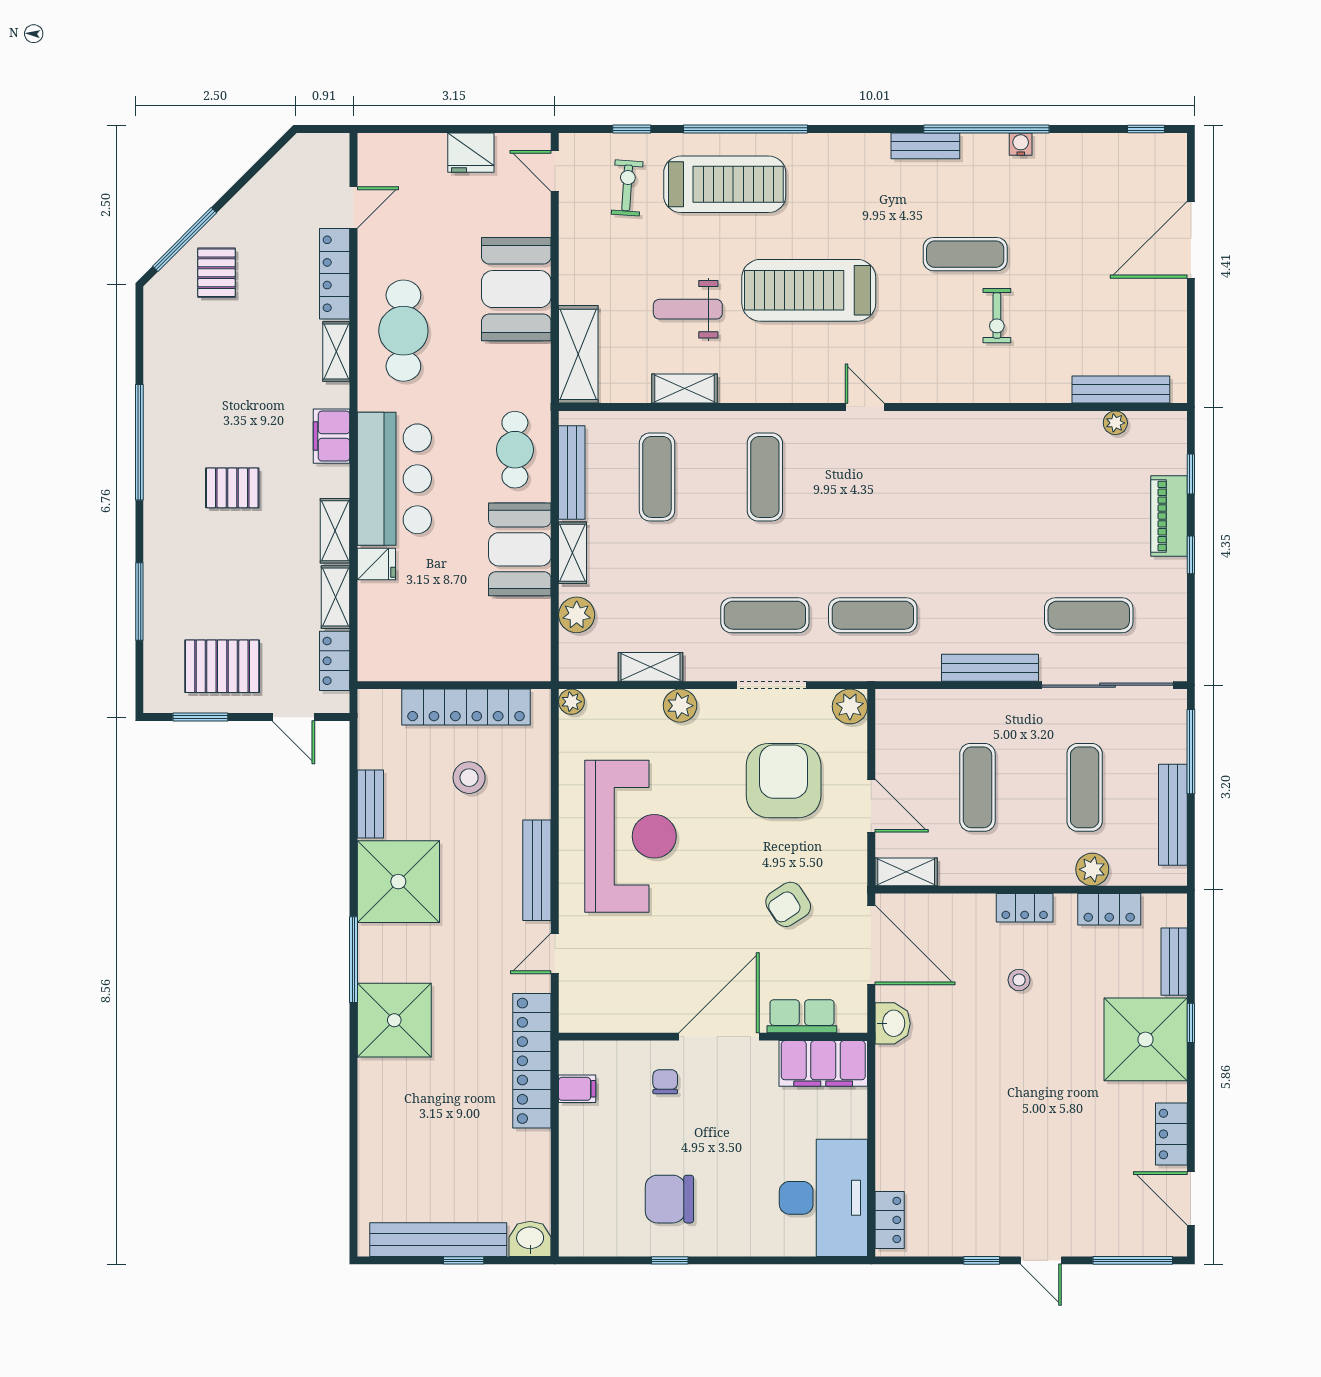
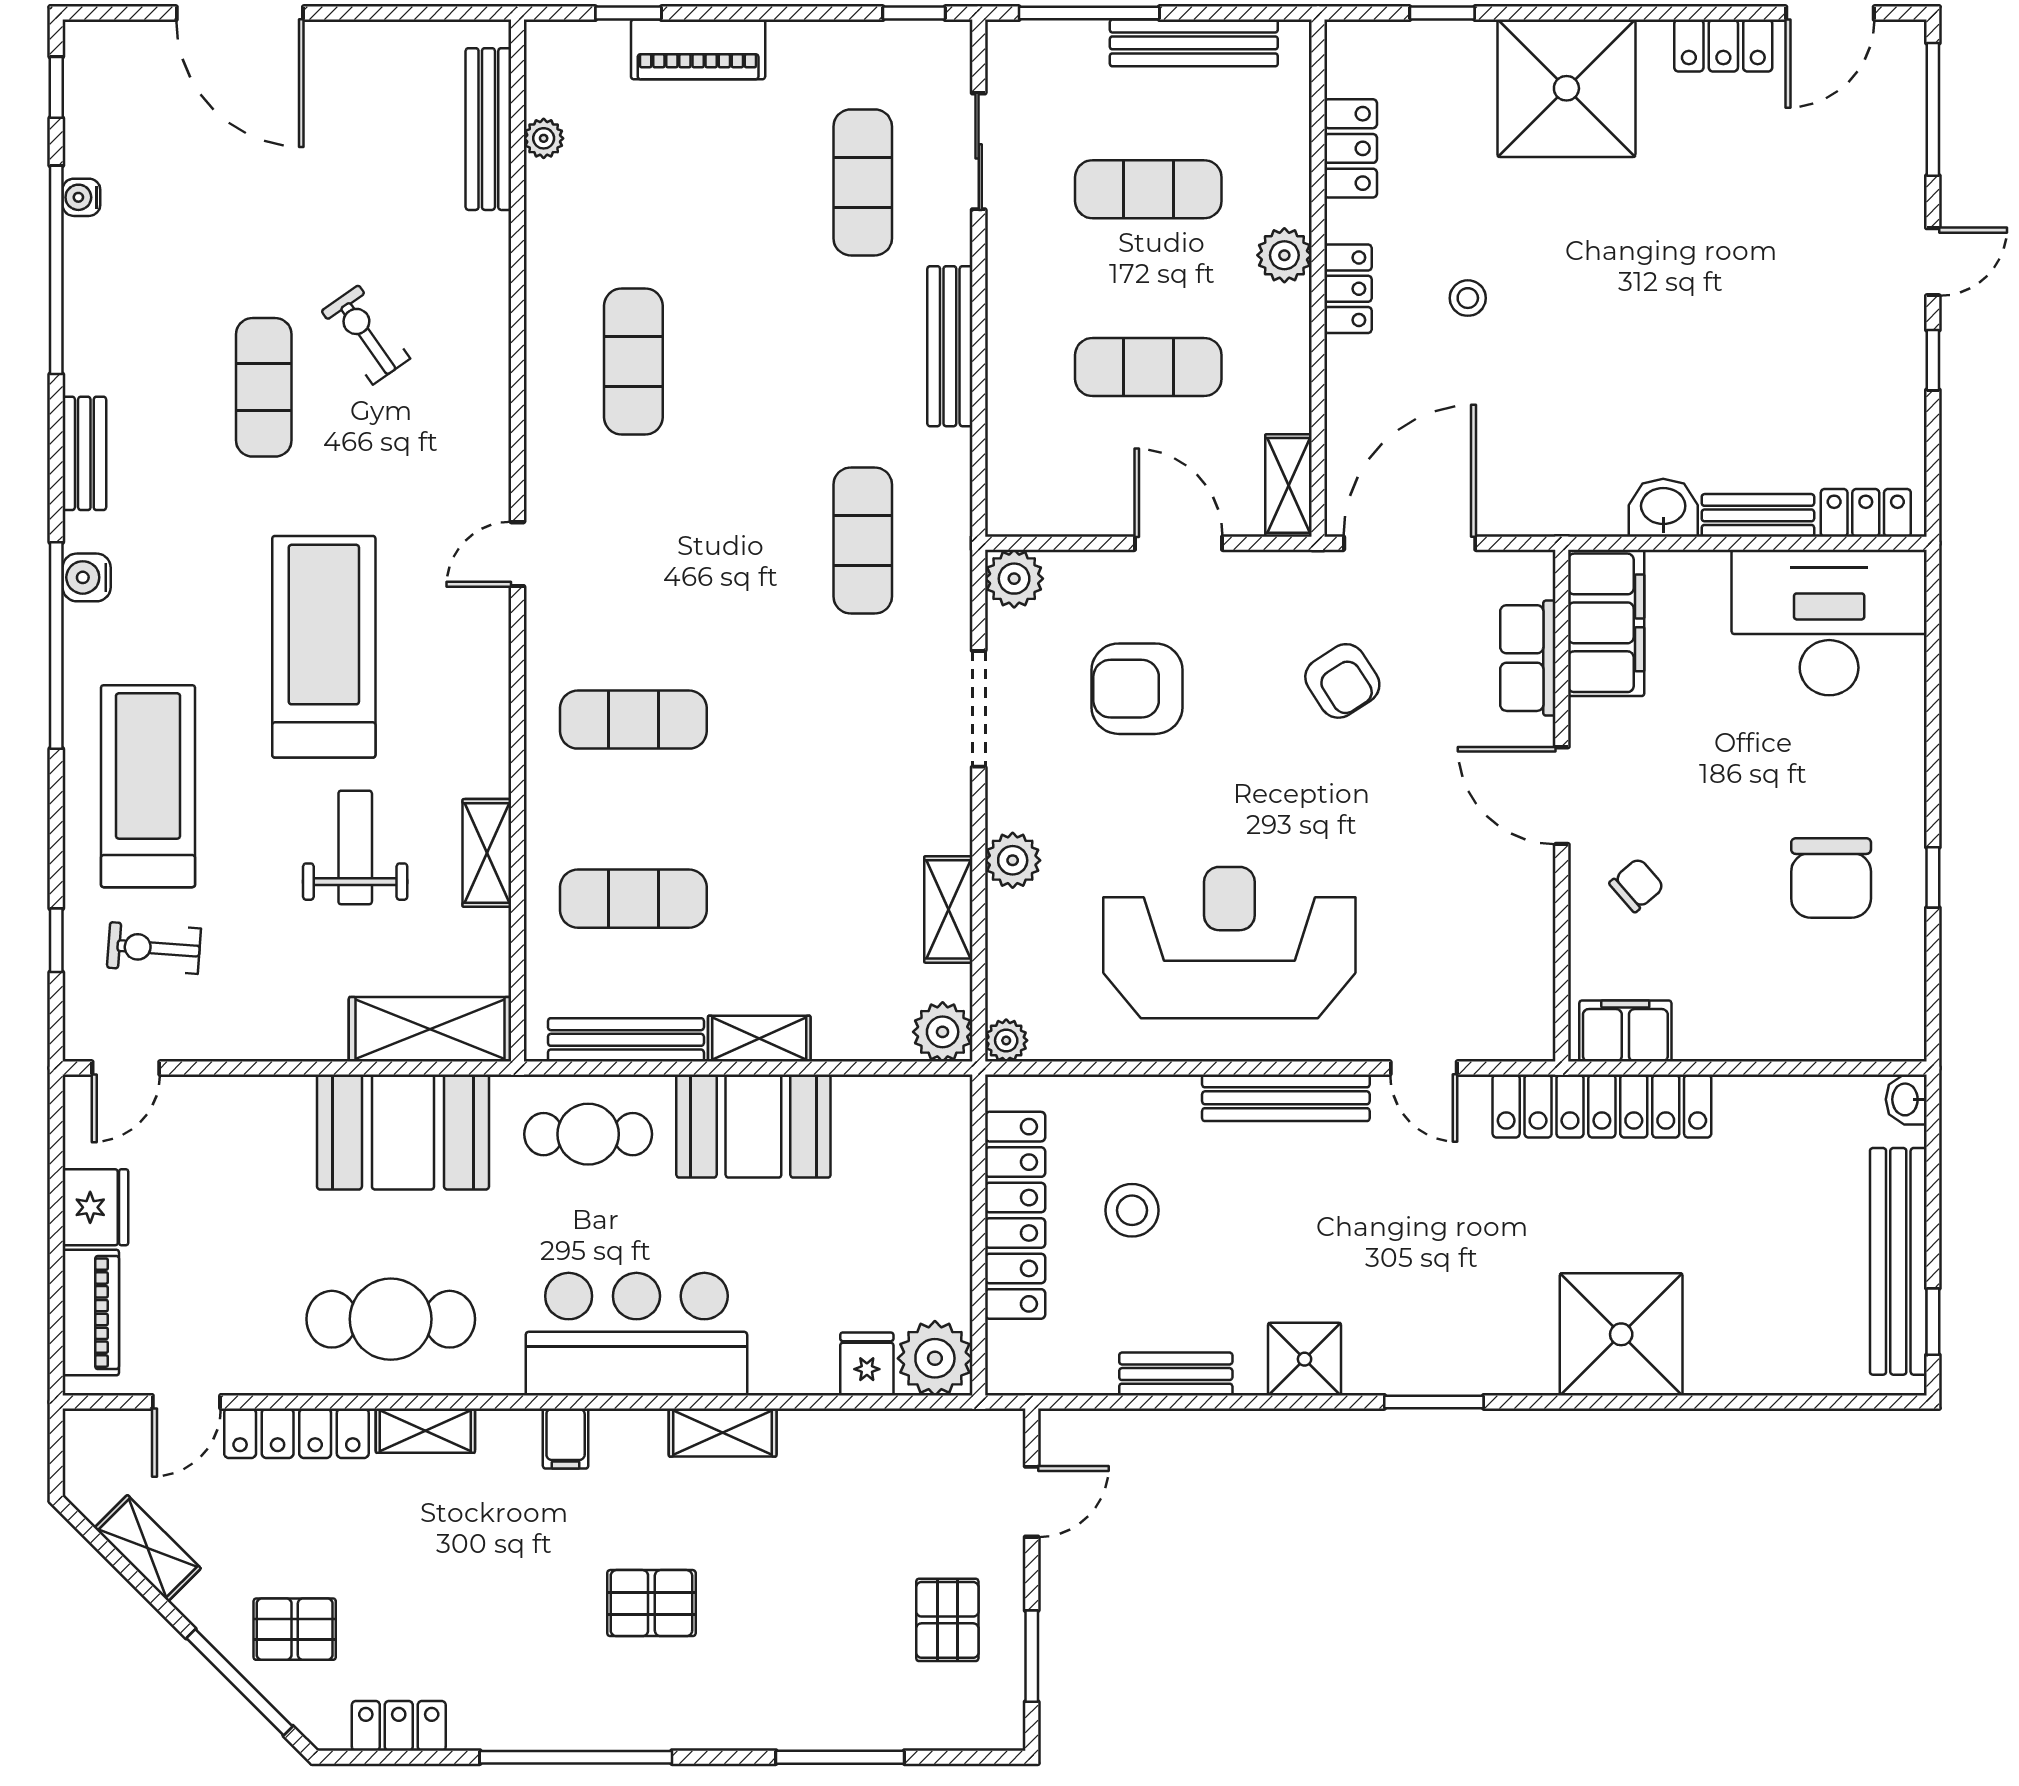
window: (746, 129) -> (56, 645), moved
window: (986, 129) -> (56, 270), moved
water cooler: (1021, 144) -> (81, 197), moved
water cooler: (851, 147) -> (87, 577), added
piano: (407, 150) -> (91, 1313), added
door: (353, 207) -> (186, 1402), swing flipped
booth: (516, 289) -> (403, 1132), moved
treadmill: (809, 290) -> (324, 647), turned 180
weight bench: (688, 309) -> (355, 847), turned 180
exercise bike: (997, 316) -> (366, 335), turned -125
filing cabinet: (331, 436) -> (566, 1438), width x0.50
pallet: (232, 488) -> (651, 1603), turned 90
window: (1191, 555) -> (914, 13), moved
fridge: (376, 564) -> (867, 1364), moved
shelving: (336, 597) -> (148, 1548), moved, turned 45
plant: (577, 615) -> (943, 1032), moved
exercise mat: (765, 615) -> (633, 361), moved
plant: (380, 659) -> (935, 1358), added
locker: (335, 661) -> (399, 1726), moved, turned 180
pallet: (222, 666) -> (947, 1620), width x0.67, depth x0.71
sliding door: (1107, 685) -> (979, 151), width x0.54
armchair: (784, 781) -> (1137, 689), width x0.73, depth x0.73
door: (871, 806) -> (1179, 543), hinge flipped
plant: (1092, 869) -> (1284, 255), moved
shower: (398, 882) -> (1305, 1359), width x0.54, depth x0.54
window: (353, 960) -> (1434, 1402), width x0.69
bench: (1174, 962) -> (1758, 515), moved
shower: (394, 1020) -> (1621, 1334), moved
washbasin: (893, 1023) -> (1663, 508), moved
window: (1191, 1023) -> (1442, 13), moved
door: (719, 1037) -> (1562, 796), width x0.73
chair: (665, 1082) -> (1637, 885), turned 139
filing cabinet: (577, 1089) -> (1625, 1031), width x2.00
washbasin: (530, 1239) -> (1906, 1099), width x0.72, depth x0.69
window: (464, 1260) -> (1933, 1322), moved

